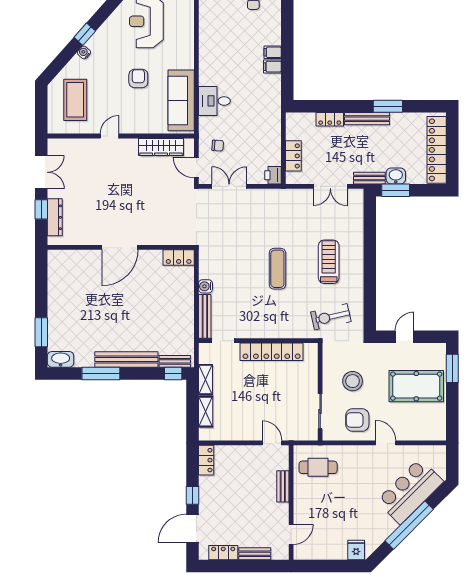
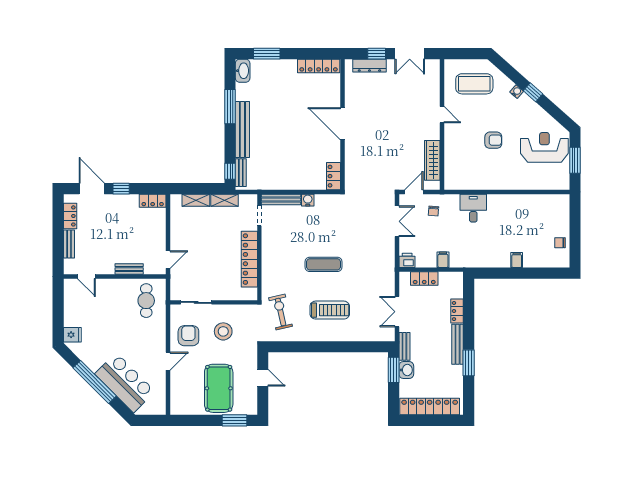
filing cabinet: (272, 67) -> (443, 260), moved
sofa: (181, 100) -> (474, 178), removed
locker: (55, 274) -> (319, 66), added

